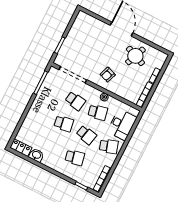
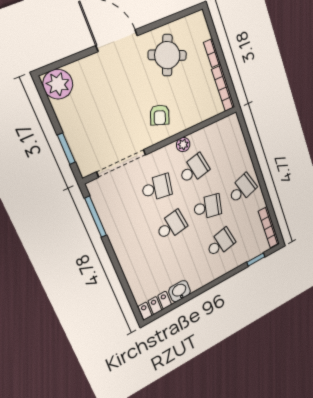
plant: (83, 20) -> (58, 84), added
desk: (122, 125) -> (232, 150), removed

